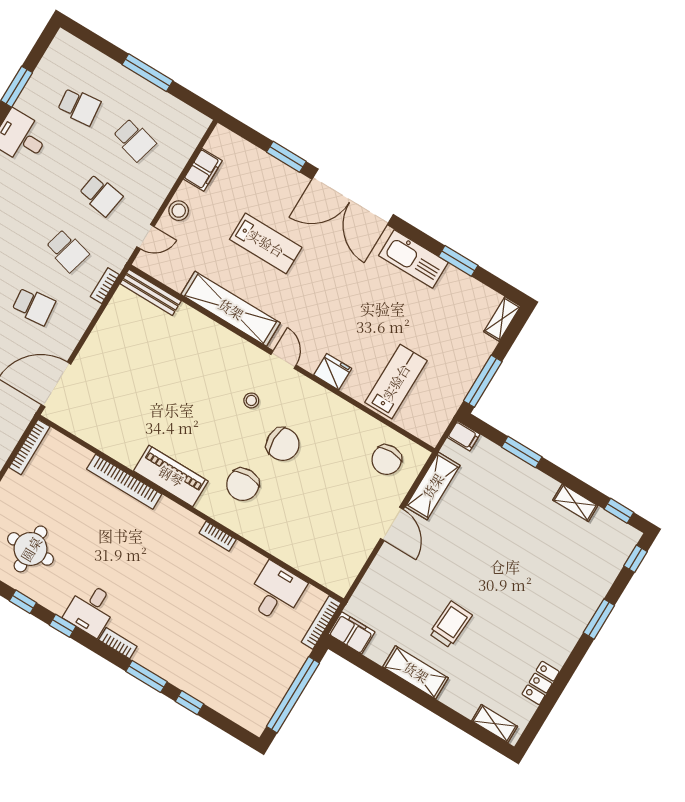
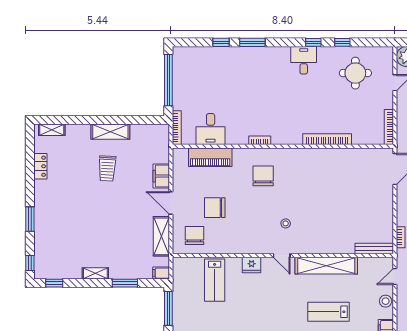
chair: (283, 444) -> (215, 208), moved
piano: (171, 476) -> (210, 157), moved
shelving: (575, 503) -> (95, 273), moved
filing cabinet: (352, 633) -> (161, 176), moved, turned 90
bookcase: (118, 643) -> (278, 51), removed

